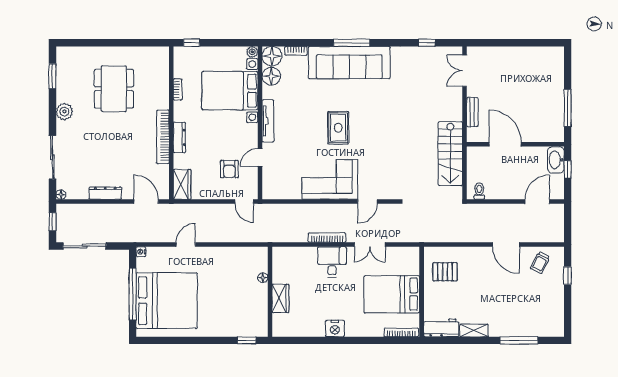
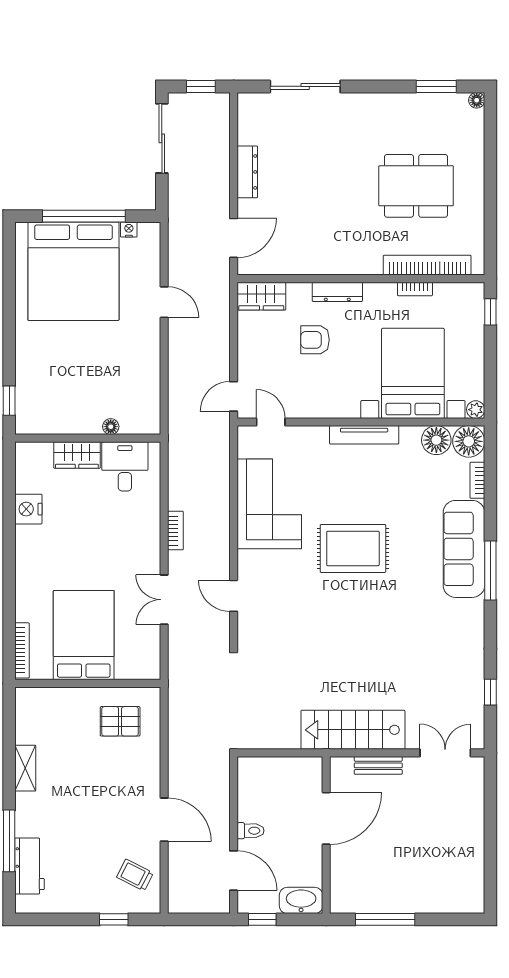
sofa: (349, 63) -> (464, 549), width x0.74, depth x0.79
plant: (64, 112) -> (379, 106), removed
rug: (338, 128) -> (353, 548), width x1.36, depth x1.43
bookcase: (163, 137) -> (427, 265), moved
stairs: (450, 154) -> (353, 730), moved
door: (260, 158) -> (271, 422), moved
armchair: (229, 169) -> (315, 340), moved
window: (568, 169) -> (262, 919), moved
corner sofa: (330, 180) -> (269, 504), moved
toilet: (479, 191) -> (250, 831), moved
floor lamp: (61, 195) -> (477, 100), moved
bookcase: (327, 238) -> (175, 531), width x0.64
door: (506, 245) -> (164, 820), swing flipped
nightstand: (141, 252) -> (129, 230), moved
desk: (332, 262) -> (125, 466), moved, turned -90
pallet: (445, 272) -> (120, 721), turned 90
nightstand: (335, 328) -> (28, 509), moved
workbench: (441, 328) -> (29, 866), moved

